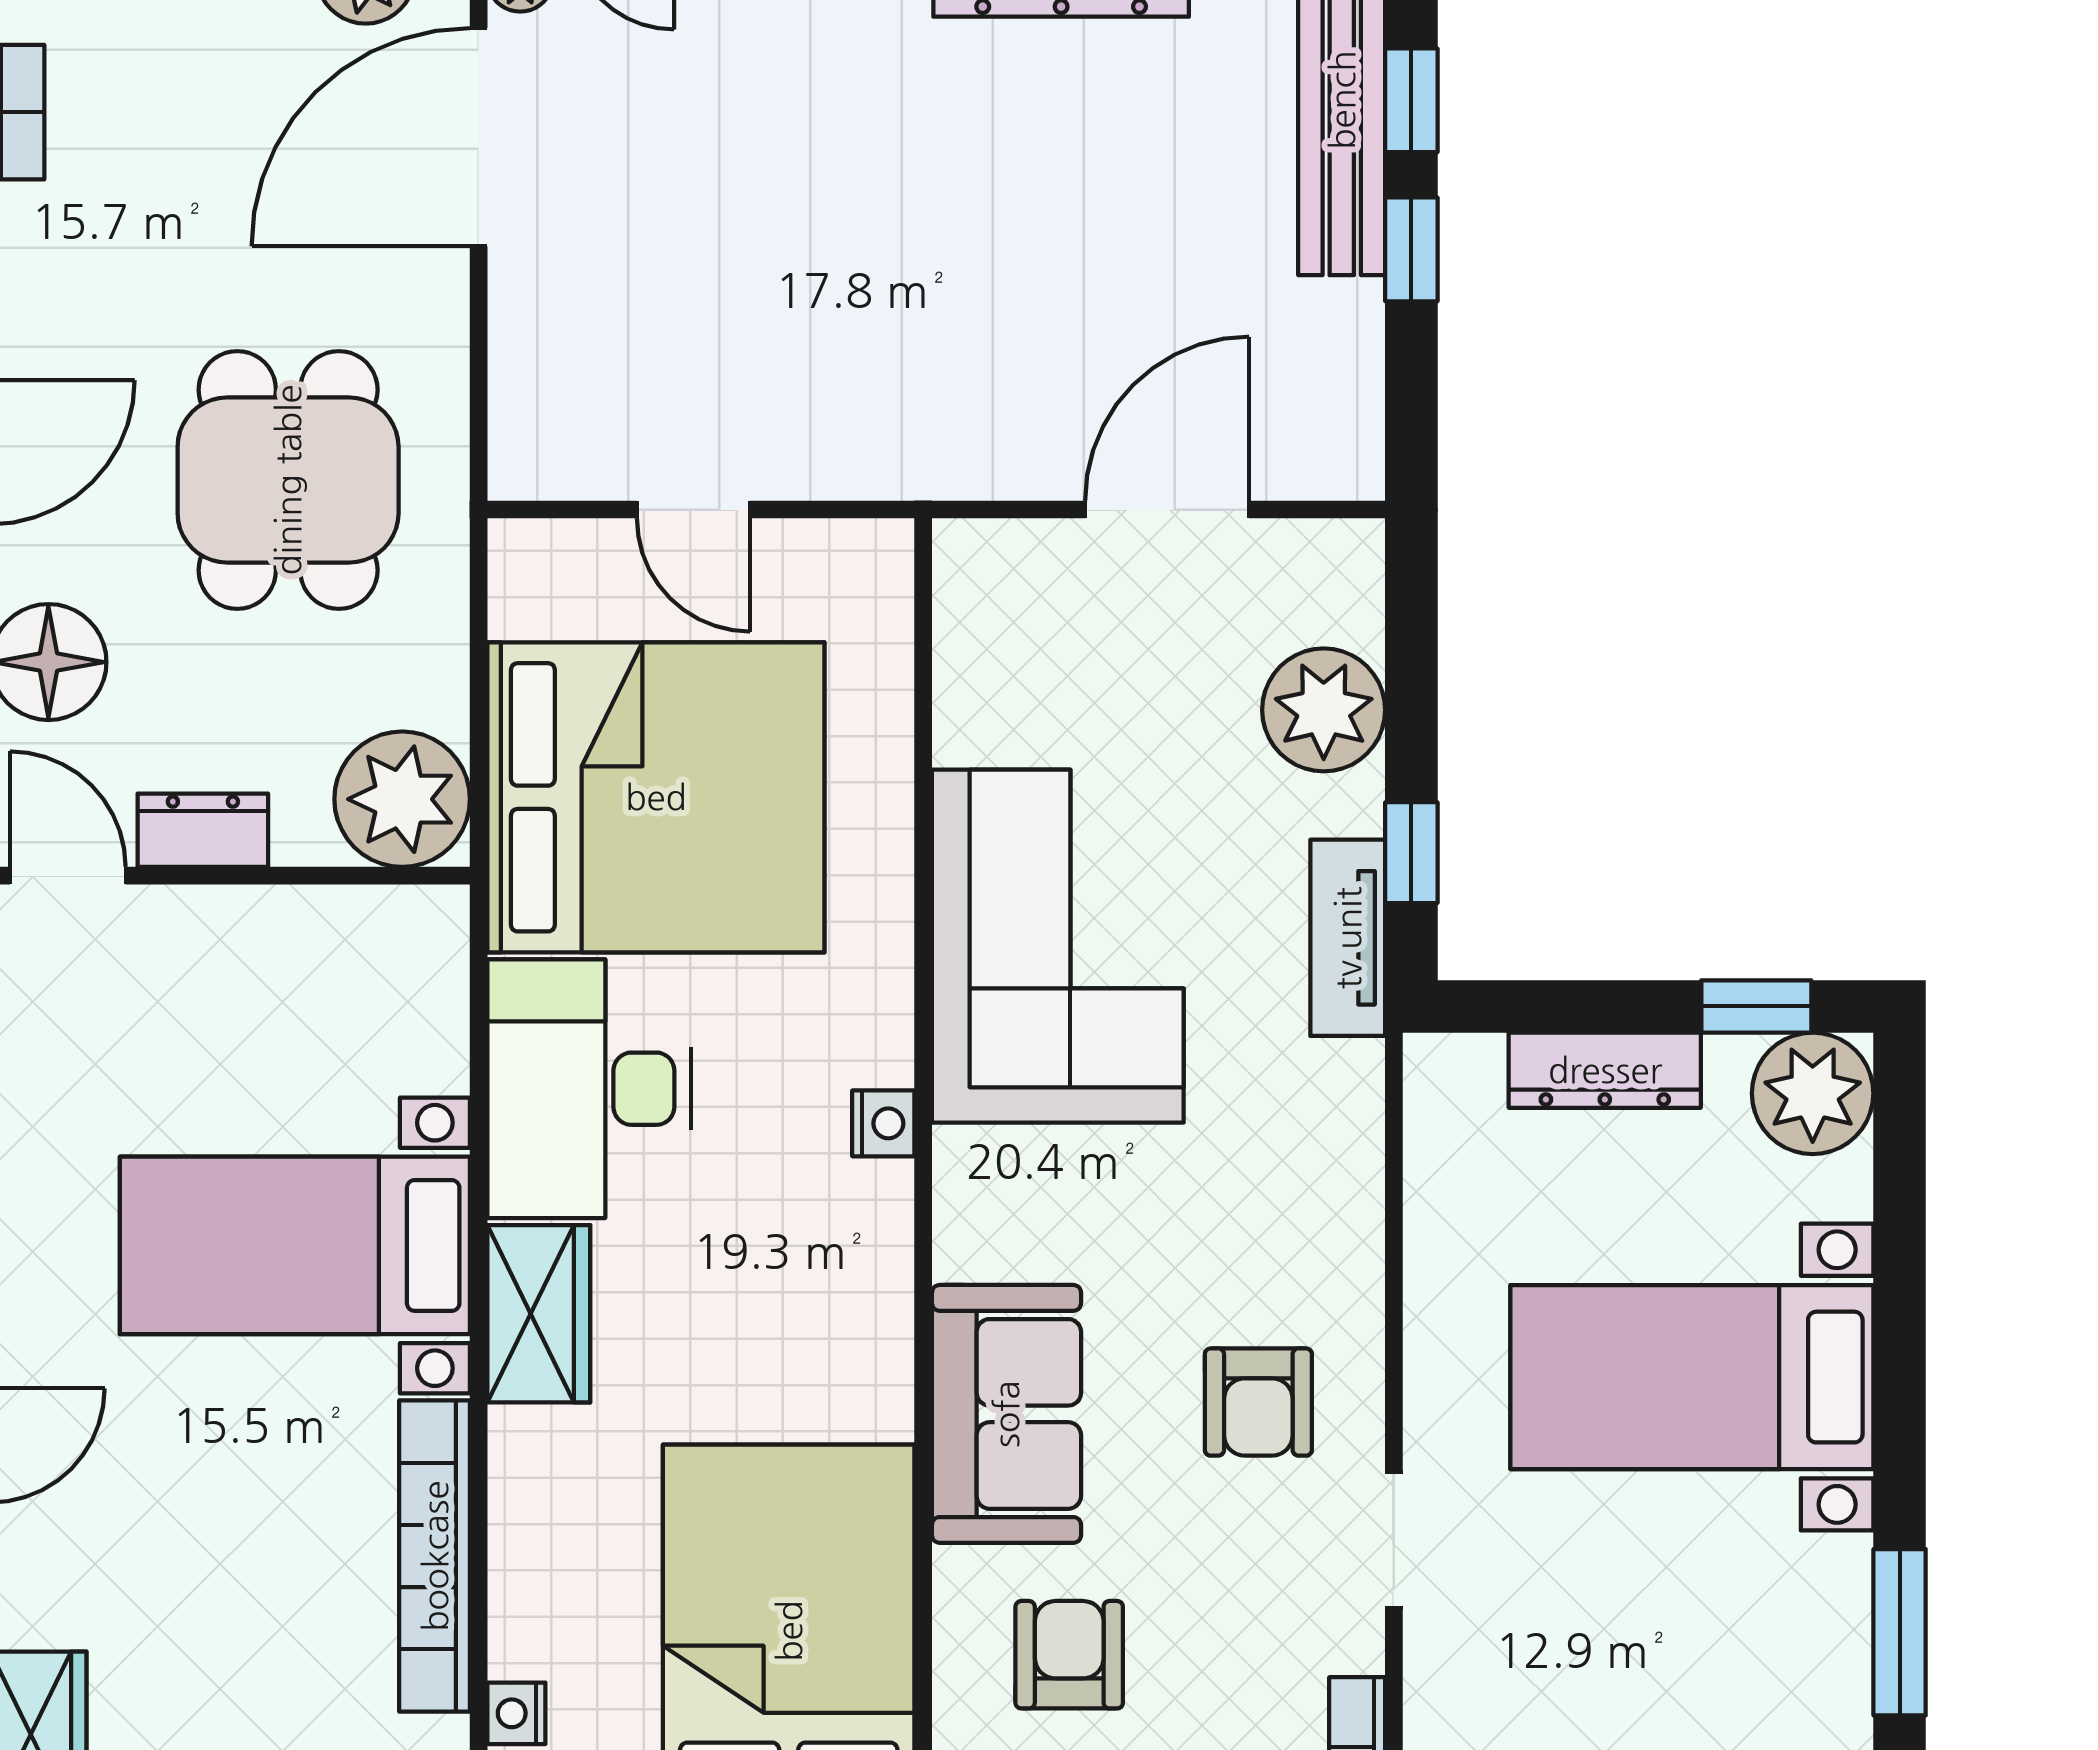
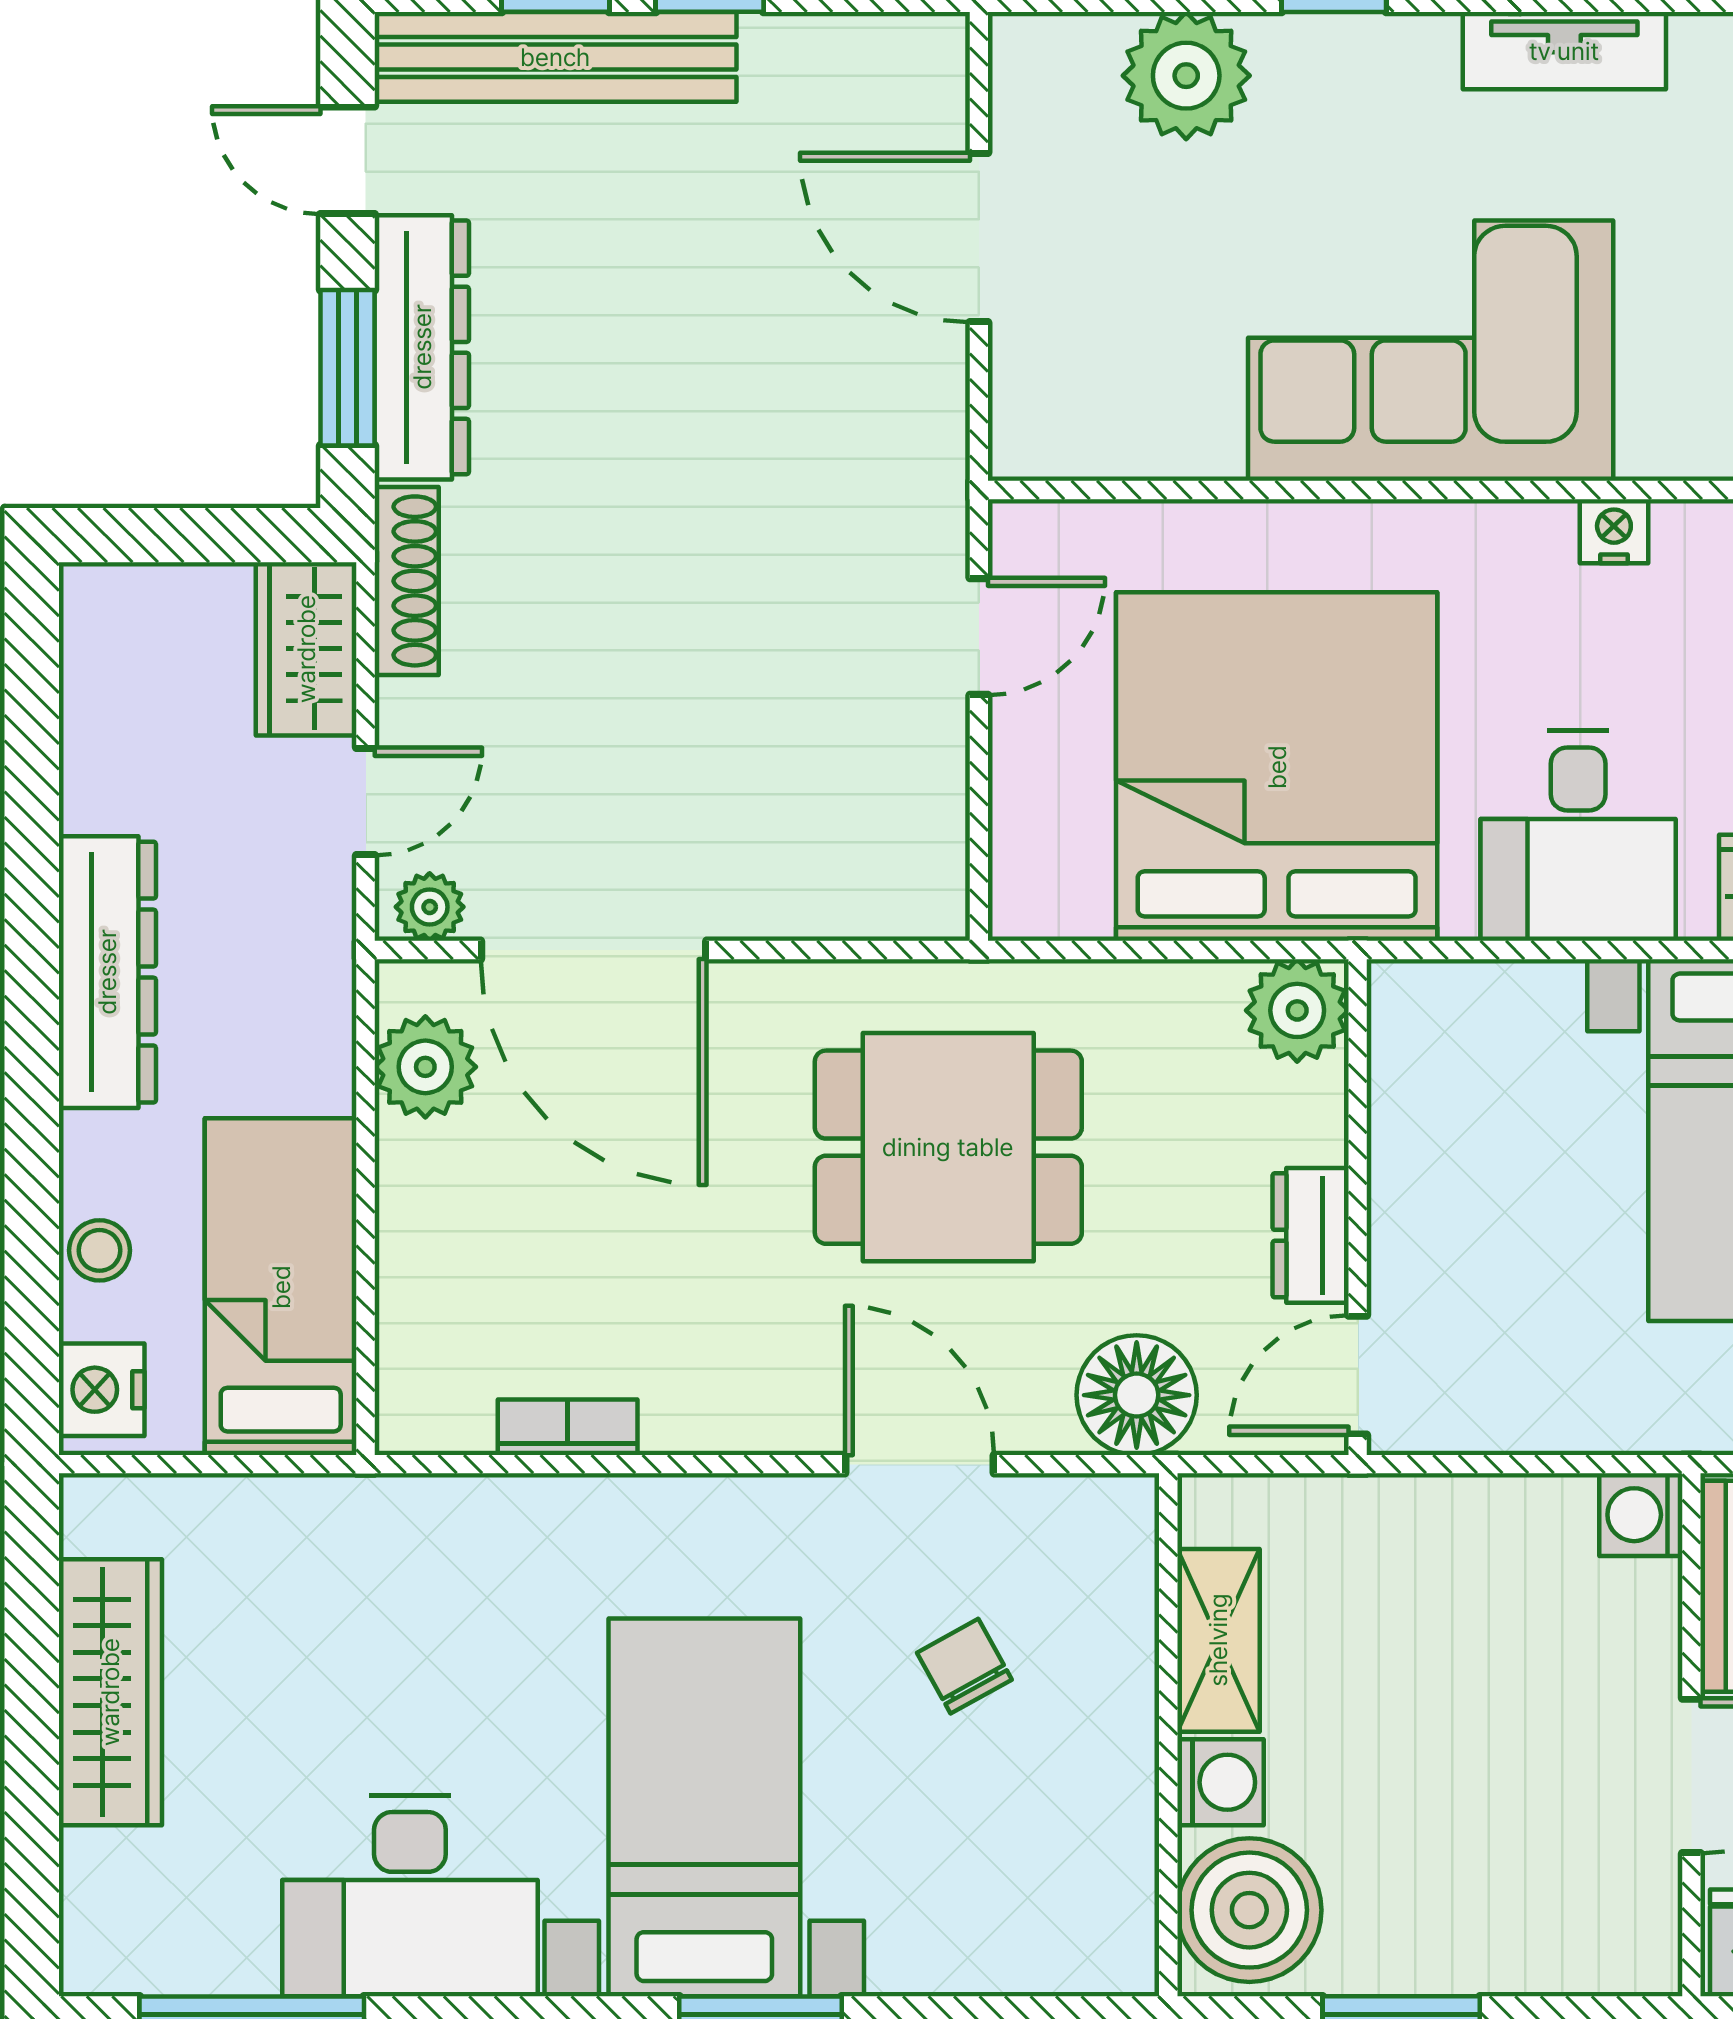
door: (694, 510) -> (979, 636), moved
plant: (402, 799) -> (1297, 1010), width x0.73, depth x0.73
tv unit: (1348, 938) -> (1564, 51), moved
desk: (589, 1089) -> (1578, 836), width x0.73

